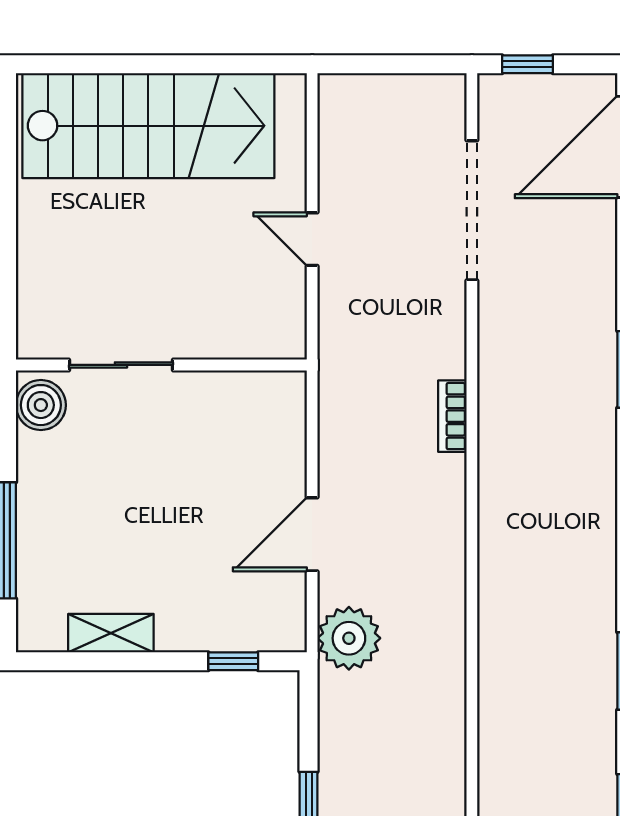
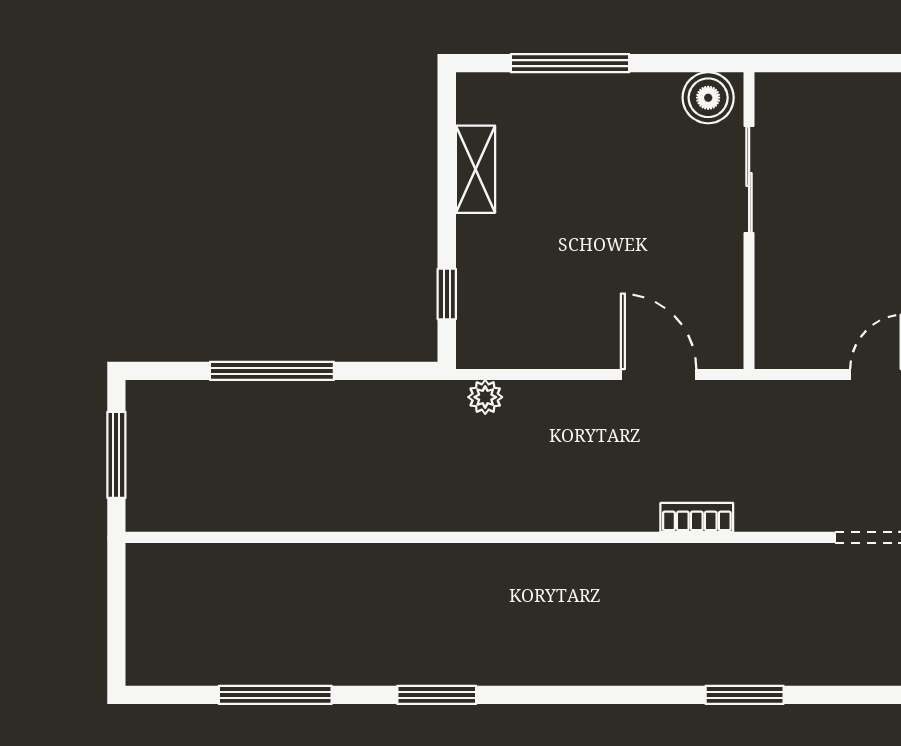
door: (312, 534) -> (659, 375), moved
plant: (349, 638) -> (485, 397), width x0.53, depth x0.53

